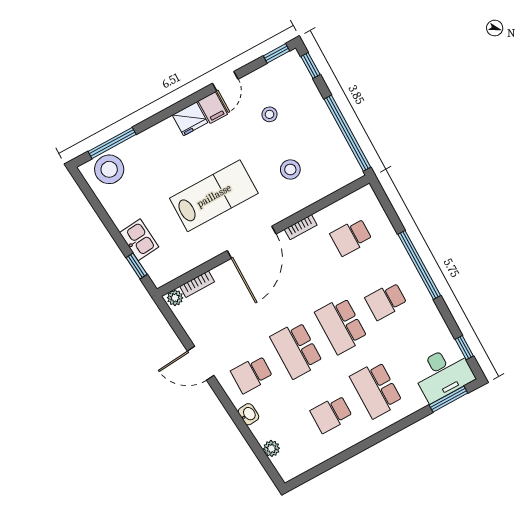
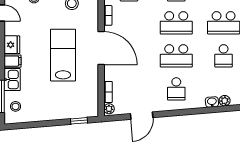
filing cabinet: (213, 108) -> (13, 61), moved
stool: (109, 169) -> (16, 106), width x0.53, depth x0.53
kitchen sink: (139, 240) -> (12, 80), moved, turned 95
door: (201, 363) -> (142, 116), moved
washbasin: (248, 414) -> (212, 102), moved

